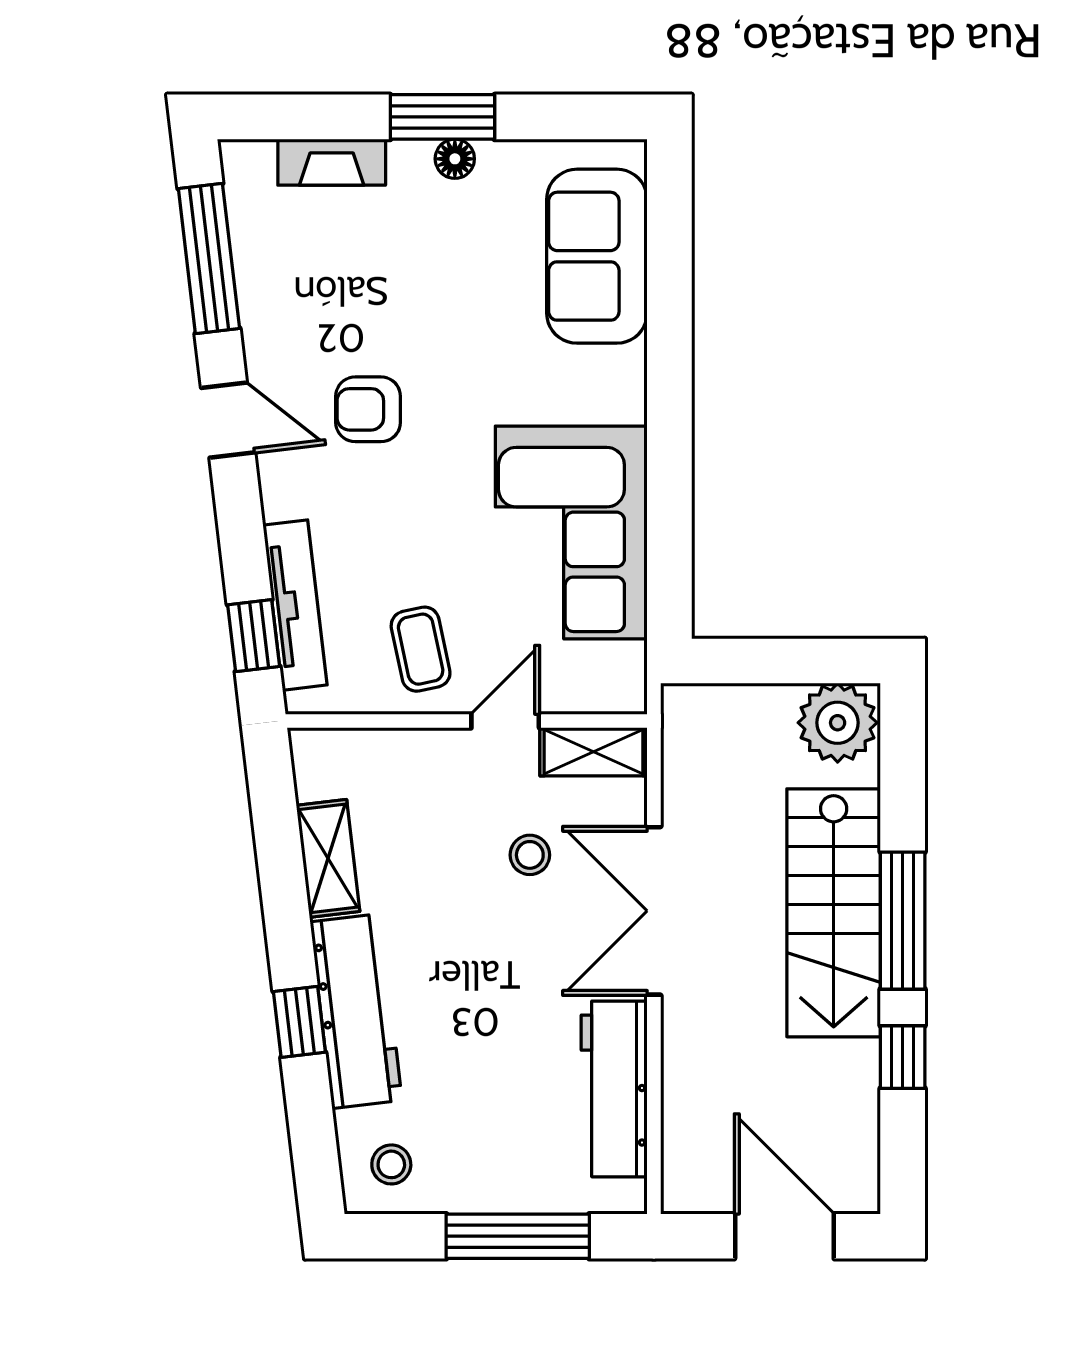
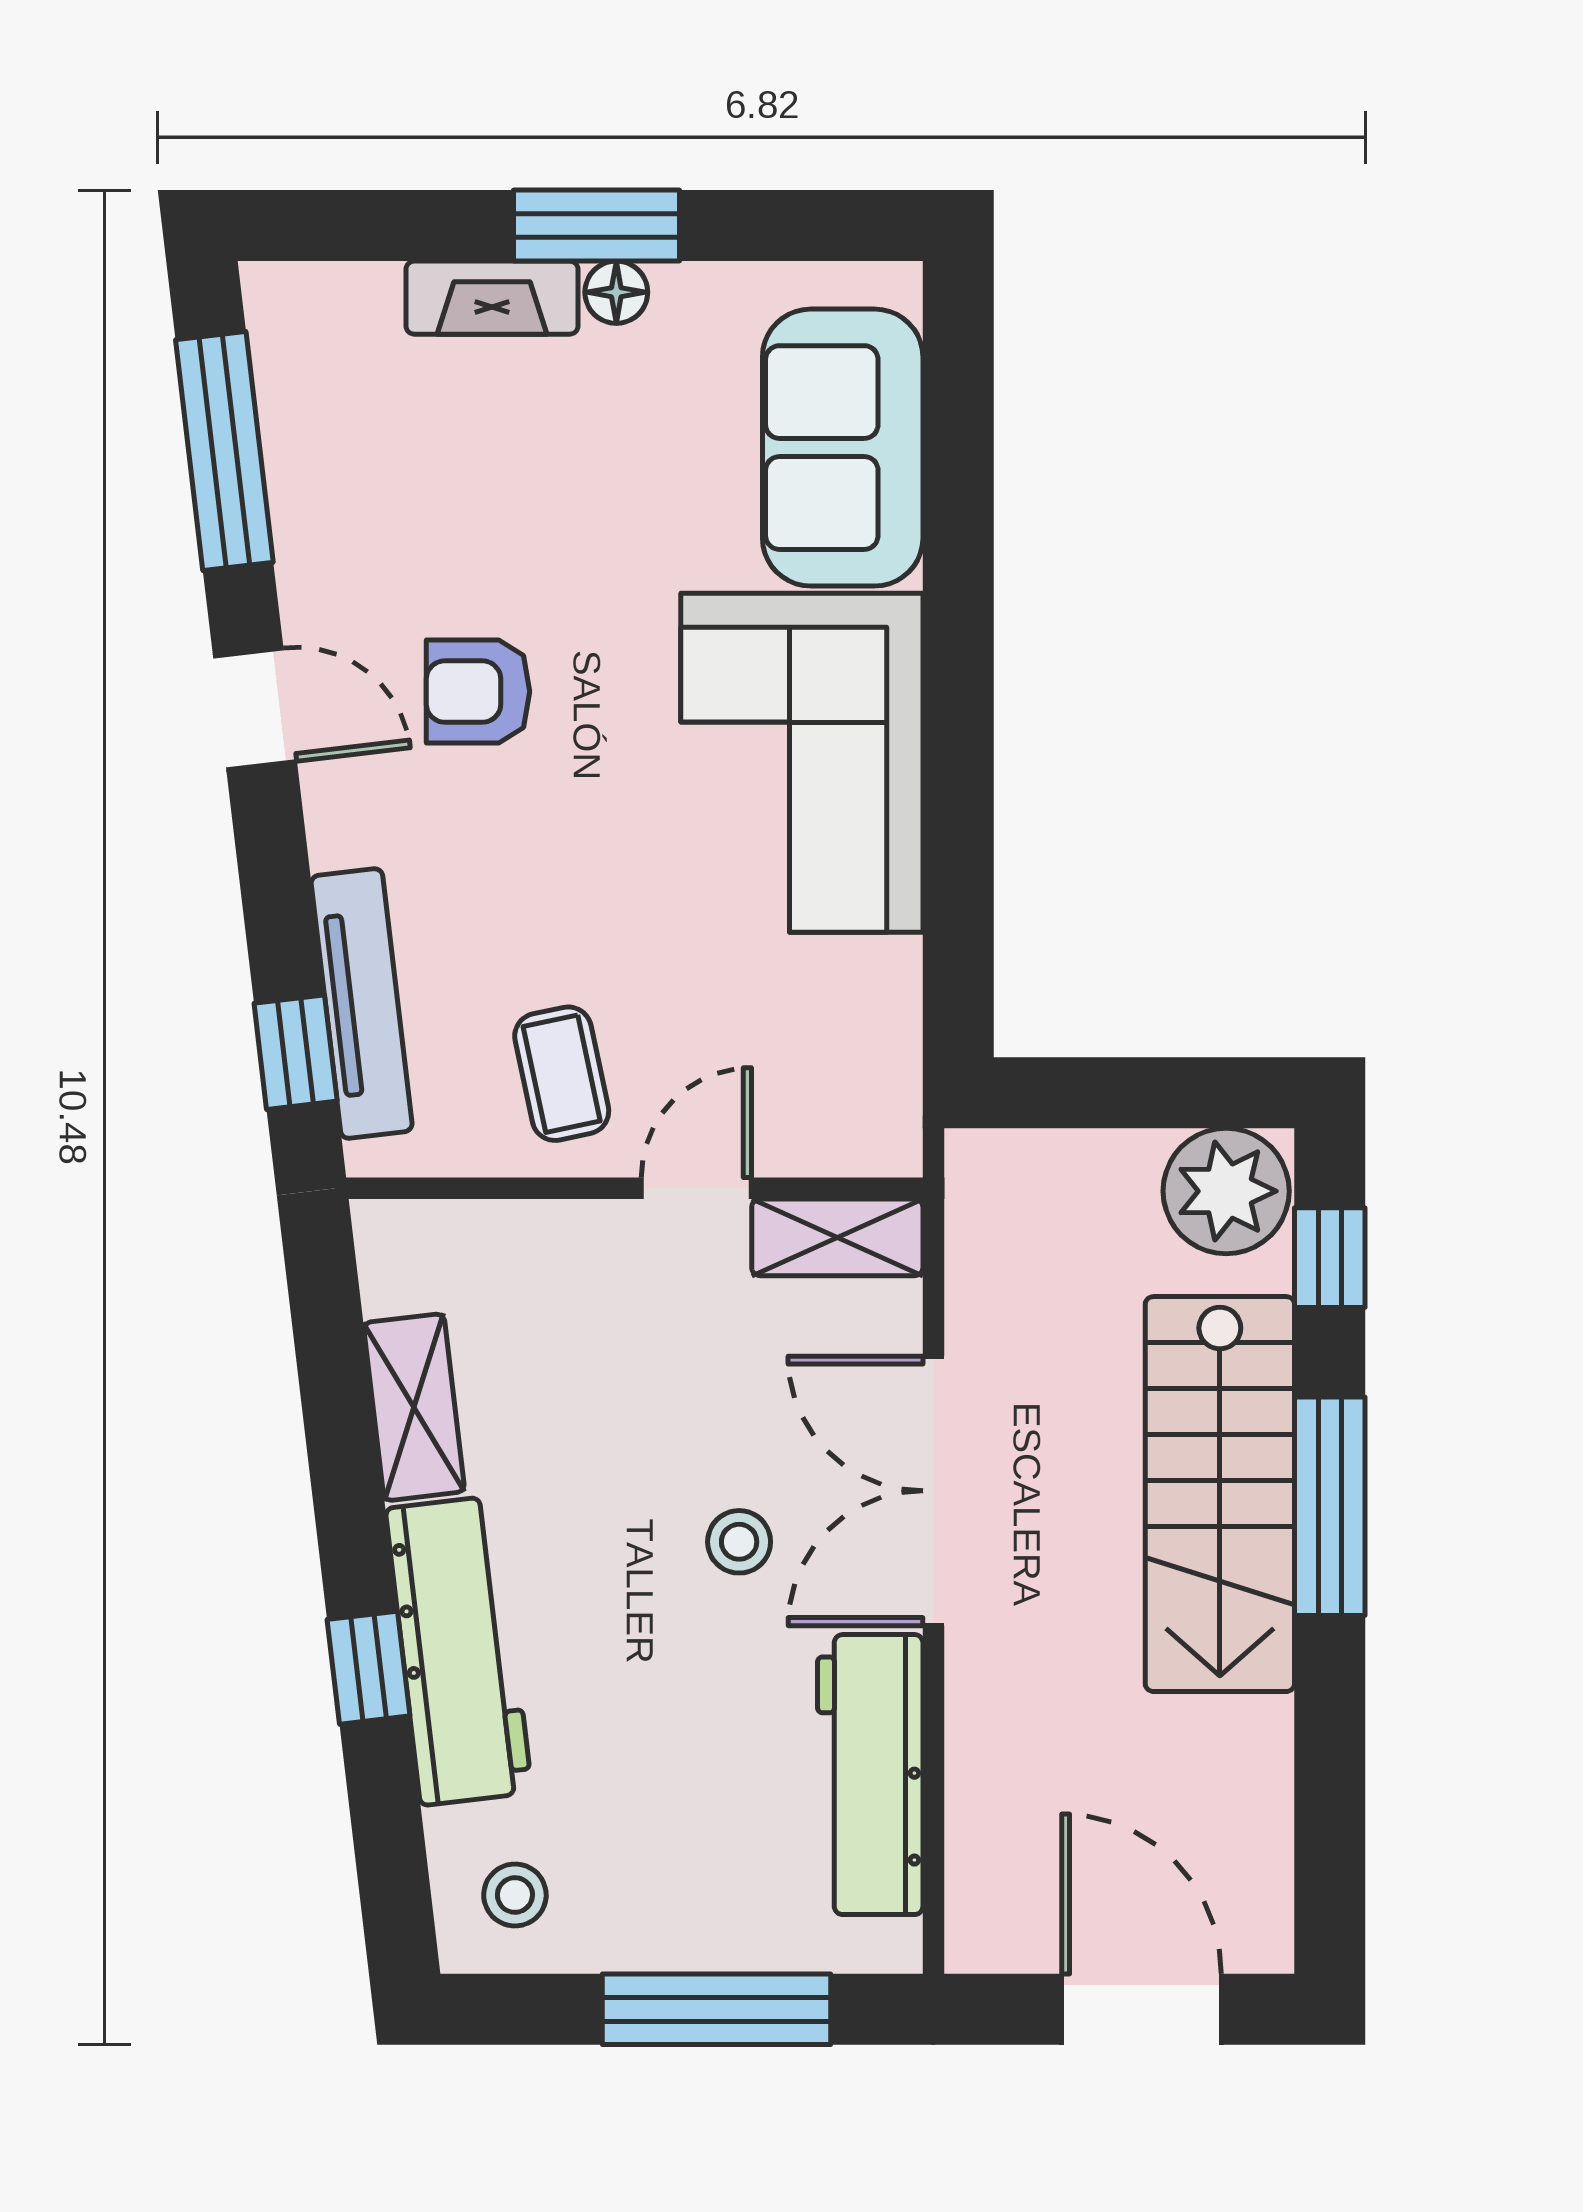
fireplace: (332, 162) -> (492, 298), moved
corner sofa: (571, 532) -> (802, 763), moved
stool: (530, 855) -> (739, 1542), moved
window: (903, 1057) -> (1330, 1258), moved

